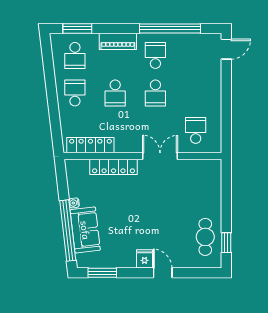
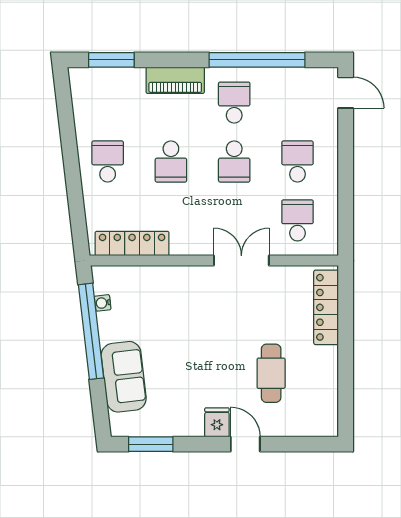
door: (226, 49) -> (346, 93), hinge flipped
school desk: (75, 55) -> (297, 161), moved, turned 180
locker: (114, 167) -> (326, 307), moved, turned 90
water cooler: (74, 203) -> (103, 303), moved
window: (68, 230) -> (91, 331), moved
cafe table: (205, 237) -> (271, 373), moved
window: (226, 243) -> (346, 397), removed

